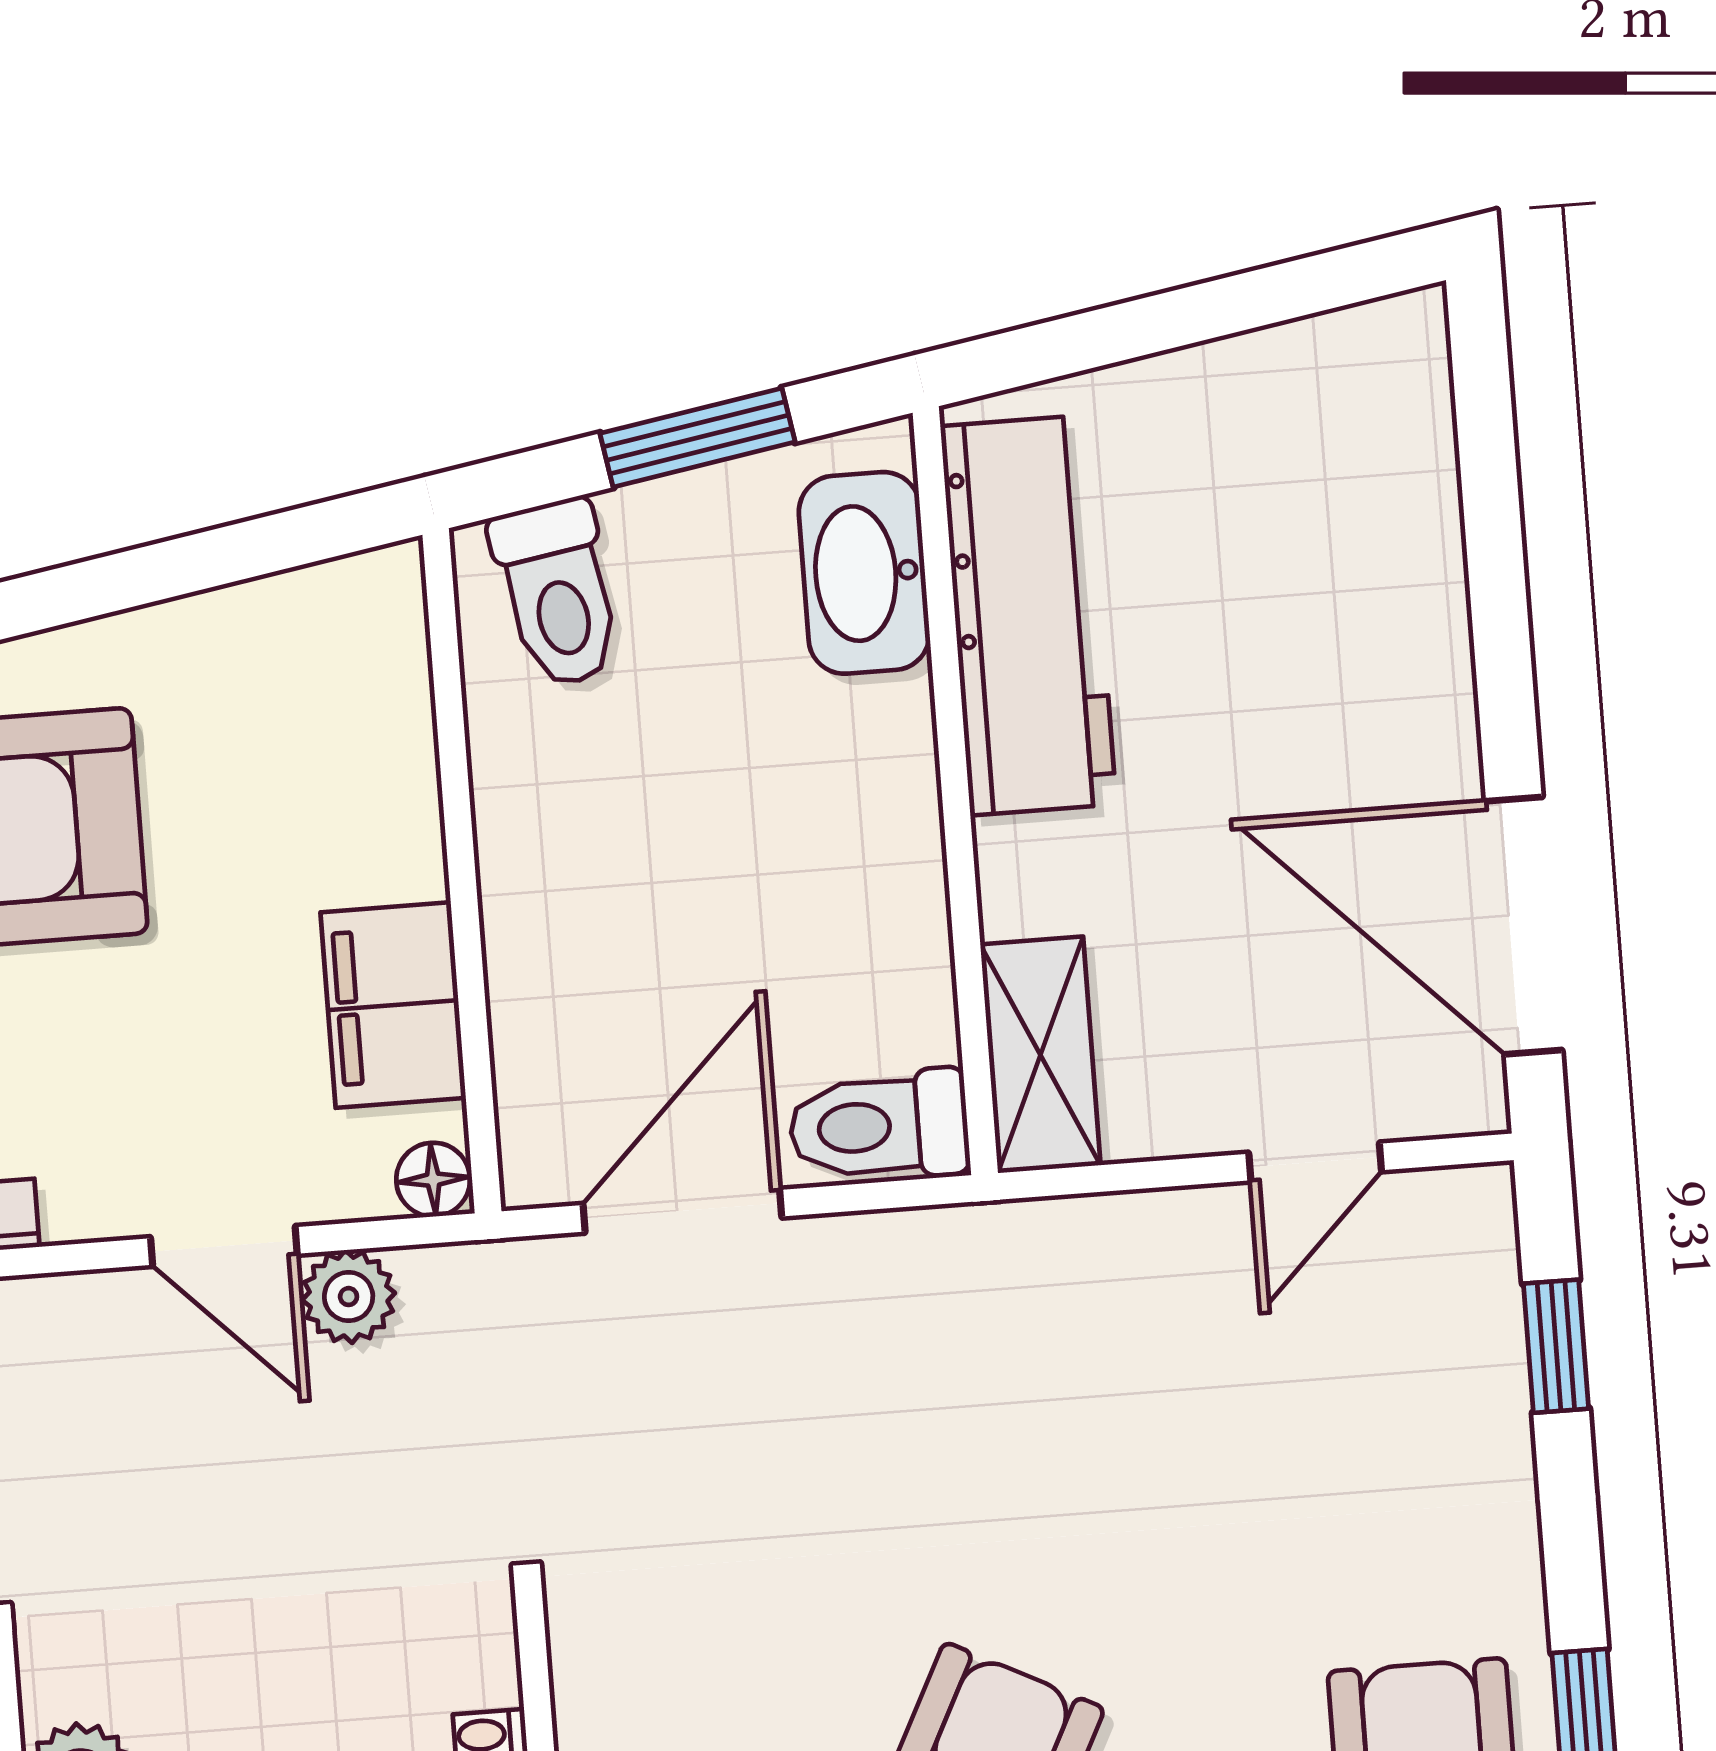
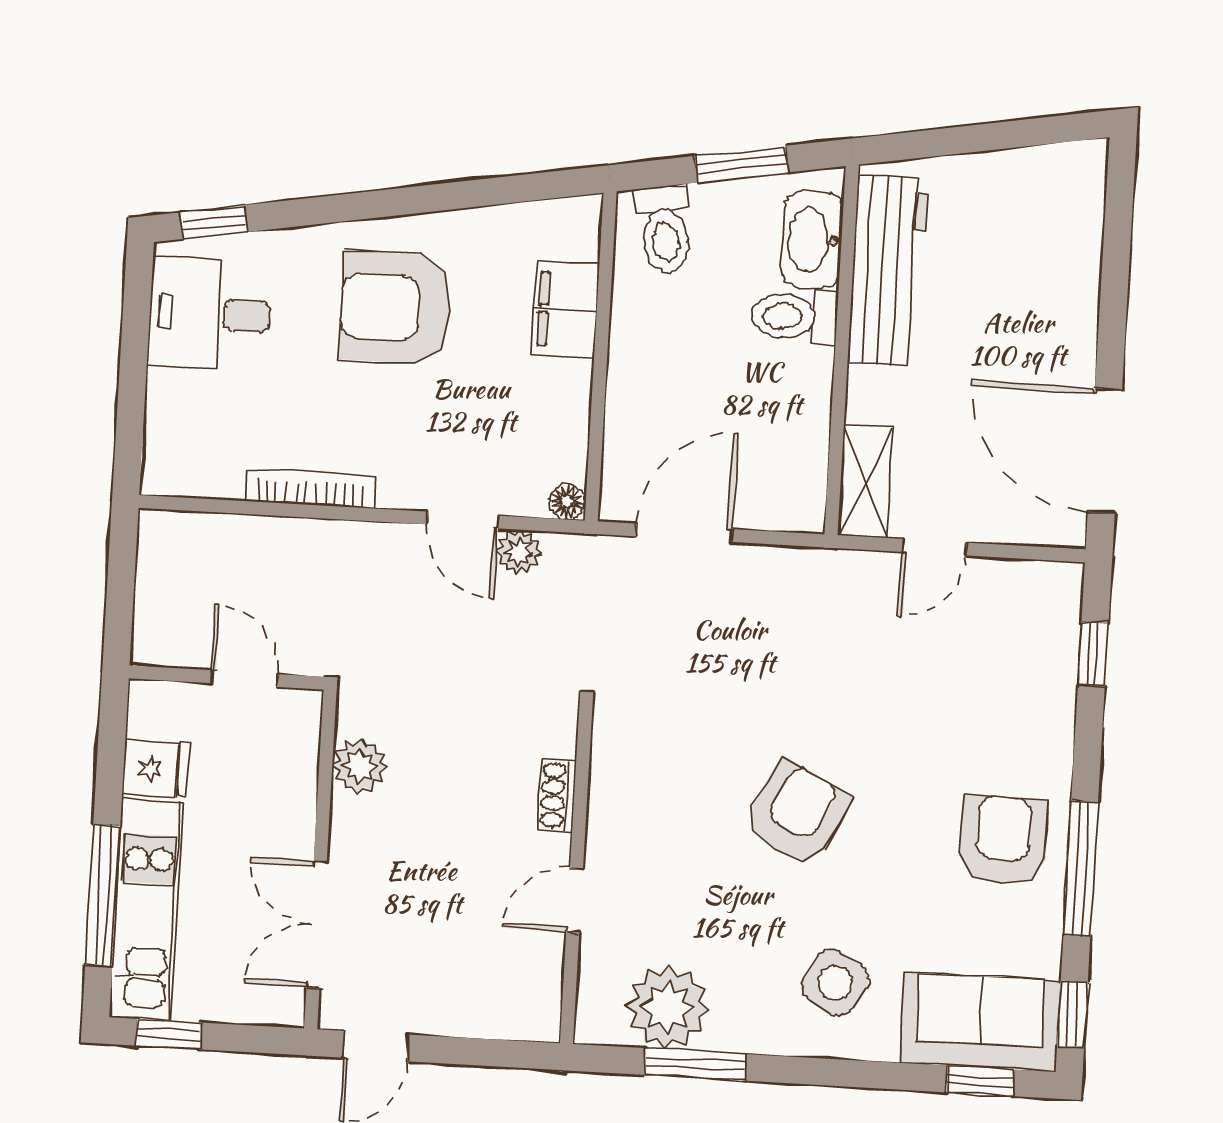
filing cabinet: (393, 1005) -> (565, 310), moved
toilet: (879, 1126) -> (795, 317), moved
door: (1315, 1162) -> (934, 547), moved

